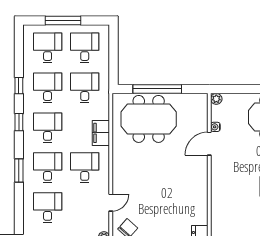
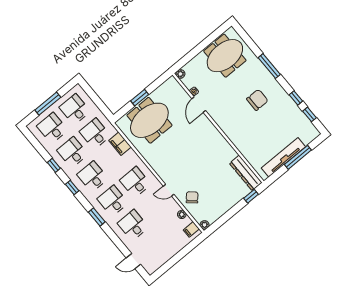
window: (157, 89) -> (140, 98), width x0.47
filing cabinet: (101, 133) -> (120, 144), moved
door: (111, 203) -> (169, 190), swing flipped

